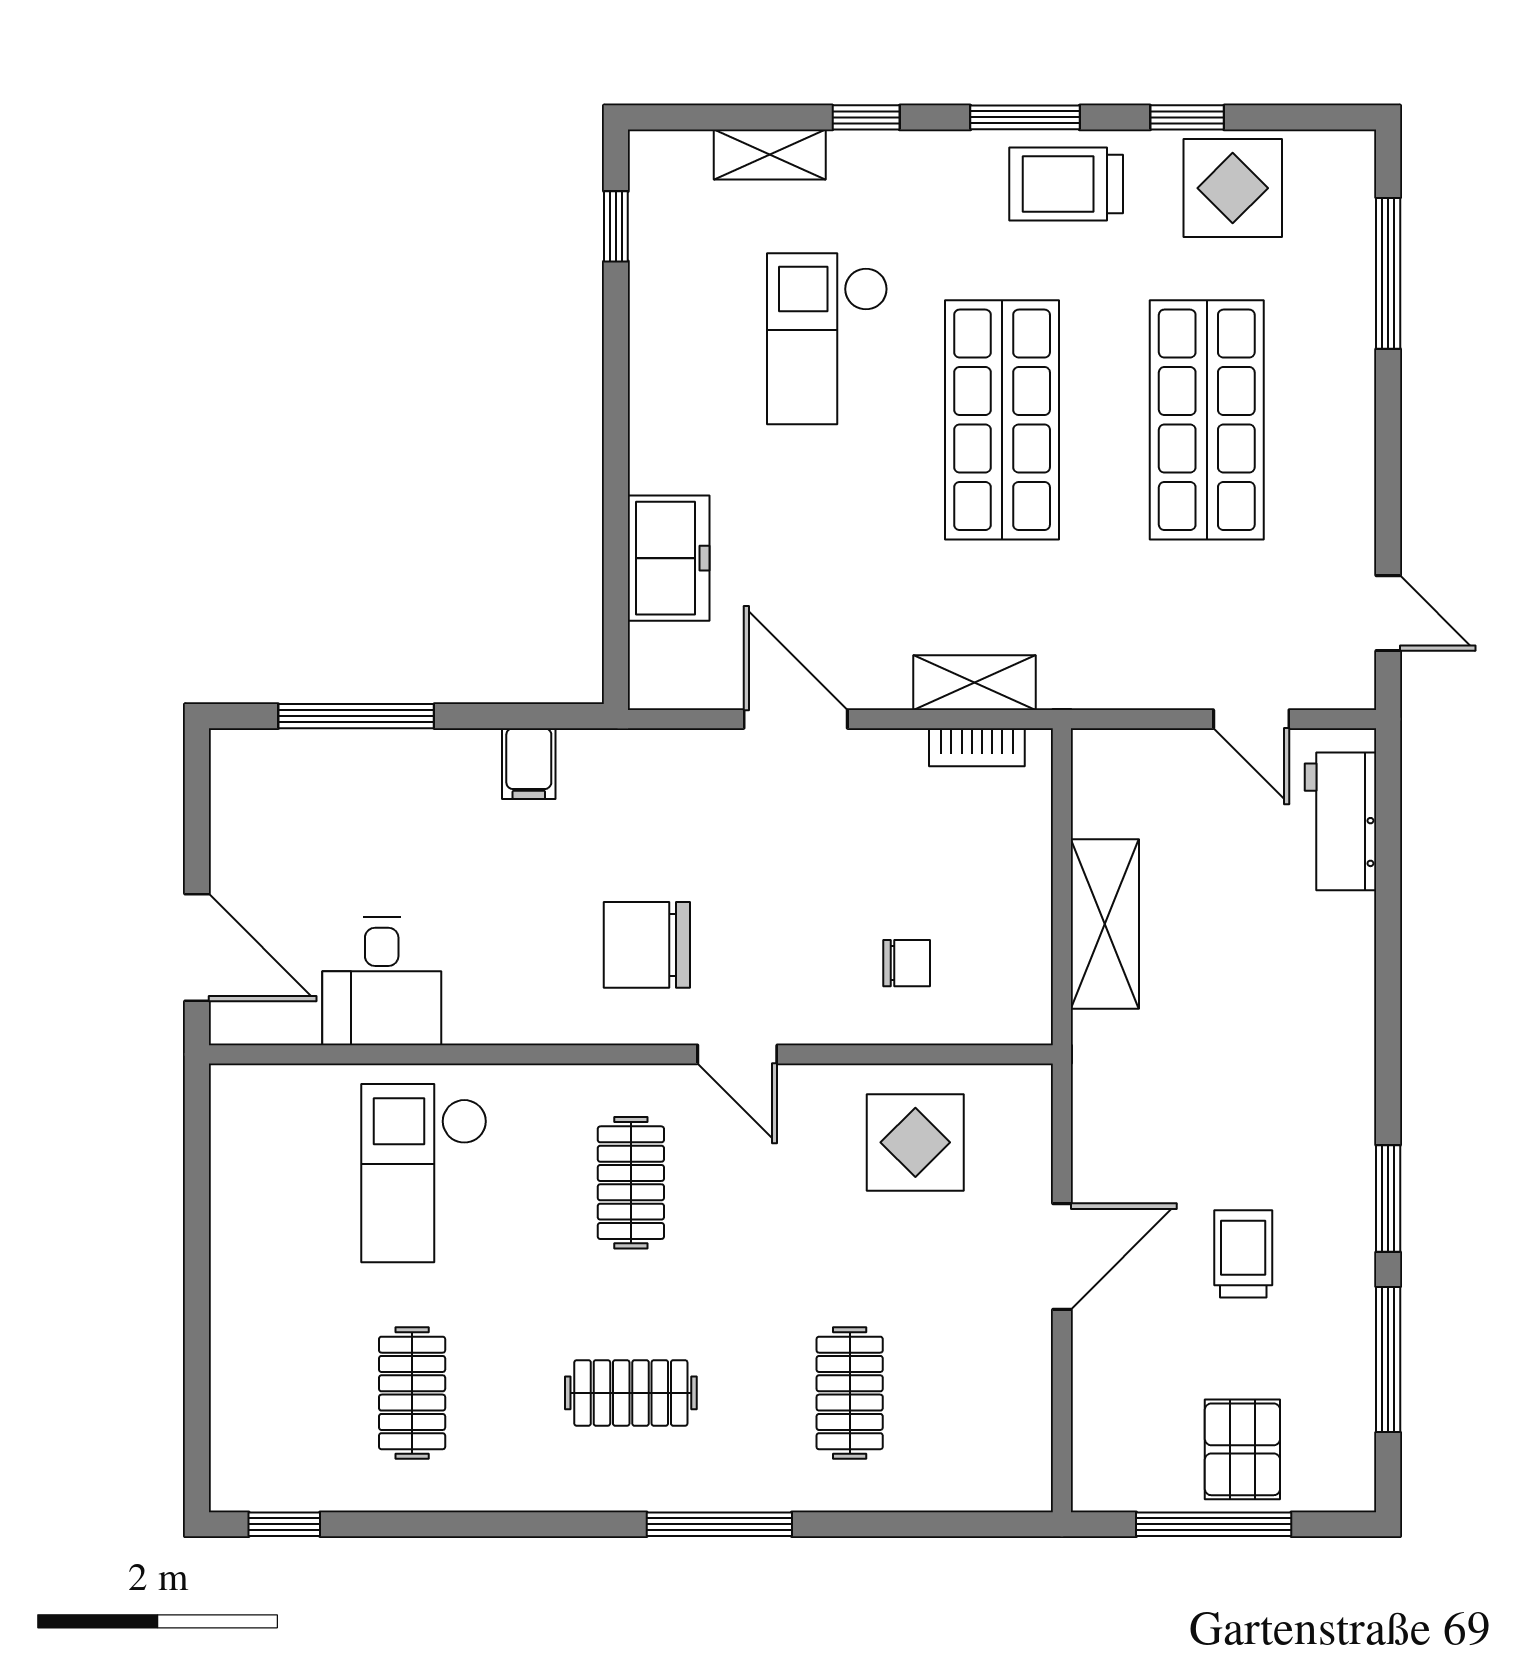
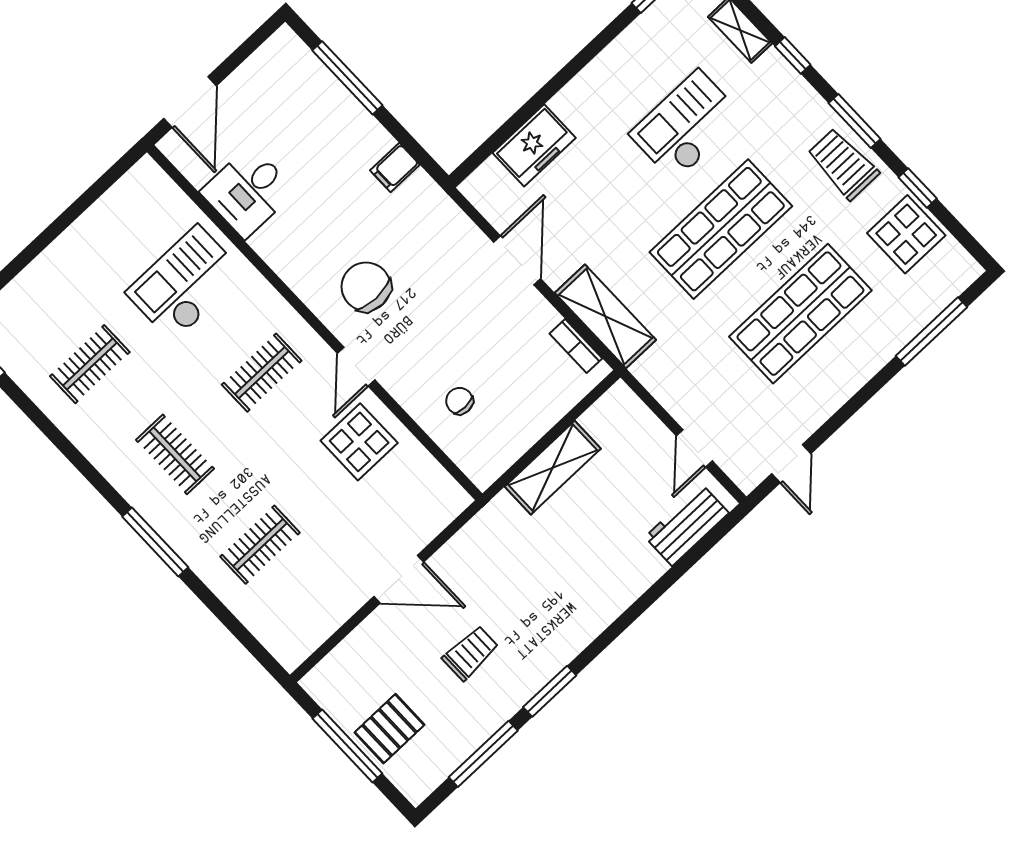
shelving: (975, 683) -> (605, 316), width x1.50, depth x1.33
chair: (907, 963) -> (460, 401), turned 180
display table: (915, 1142) -> (359, 442), moved

